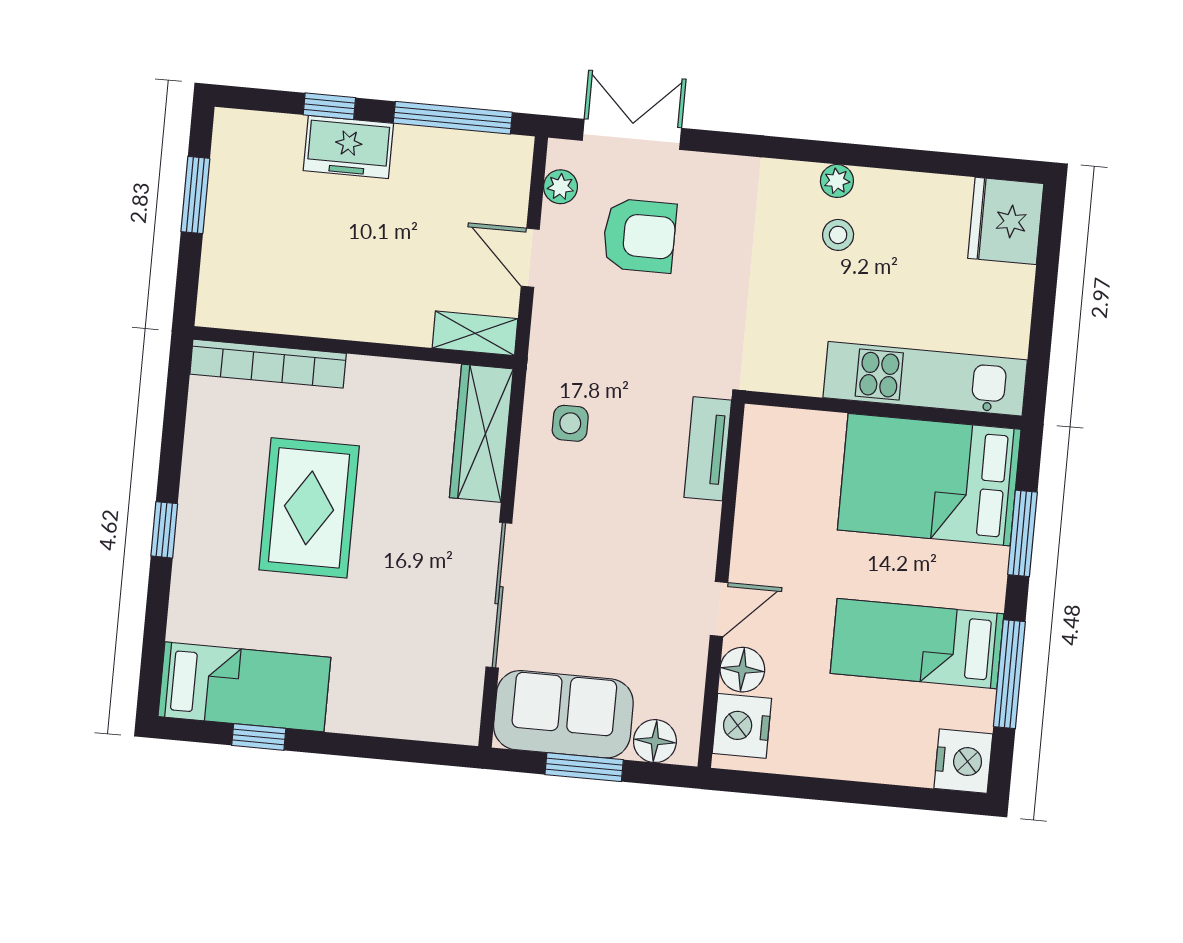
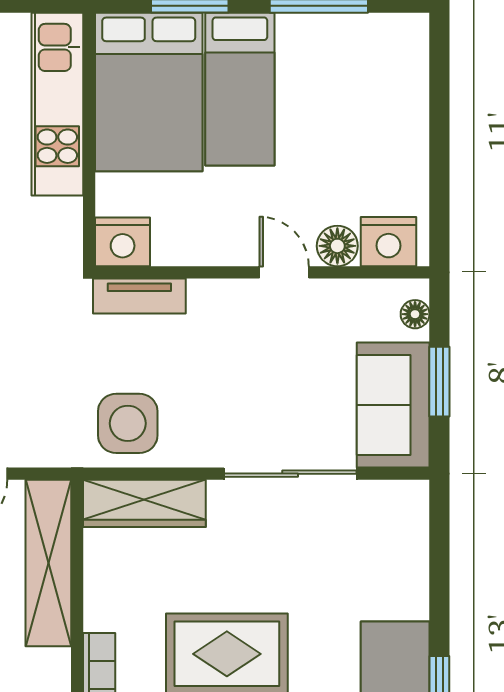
shelving: (475, 333) -> (48, 563), width x2.20, depth x1.33
side table: (570, 423) -> (128, 423), width x1.87, depth x1.87
bed: (917, 644) -> (240, 89), moved
floor lamp: (655, 741) -> (415, 314), width x0.73, depth x0.73
nightstand: (963, 761) -> (123, 242), moved, turned 180

